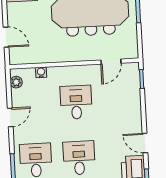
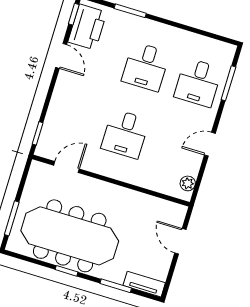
water cooler: (41, 72) -> (154, 184), removed

